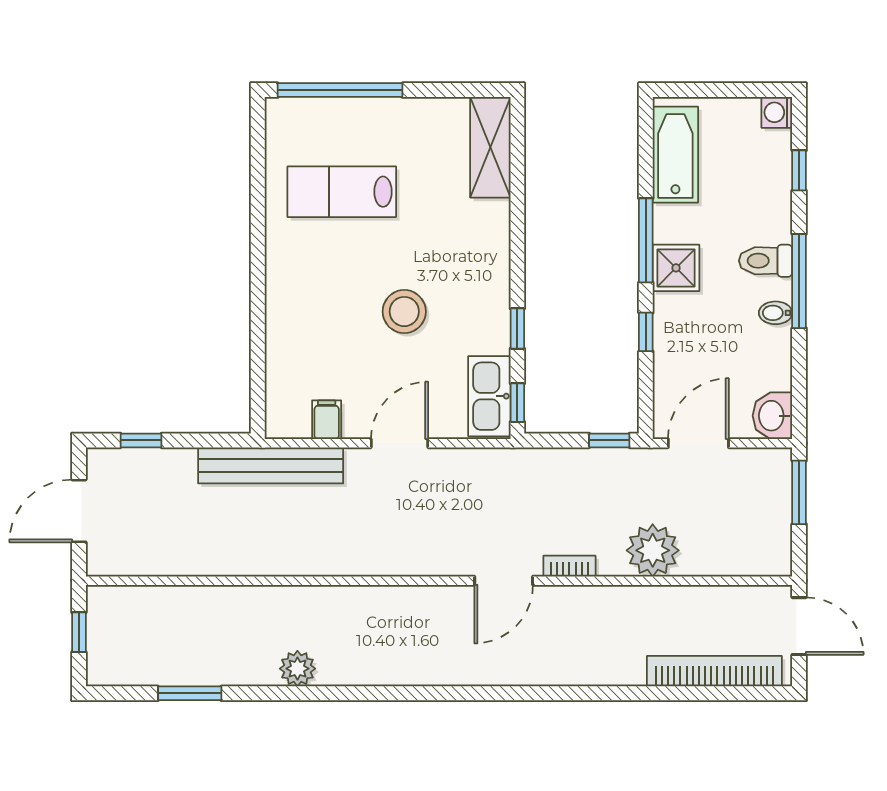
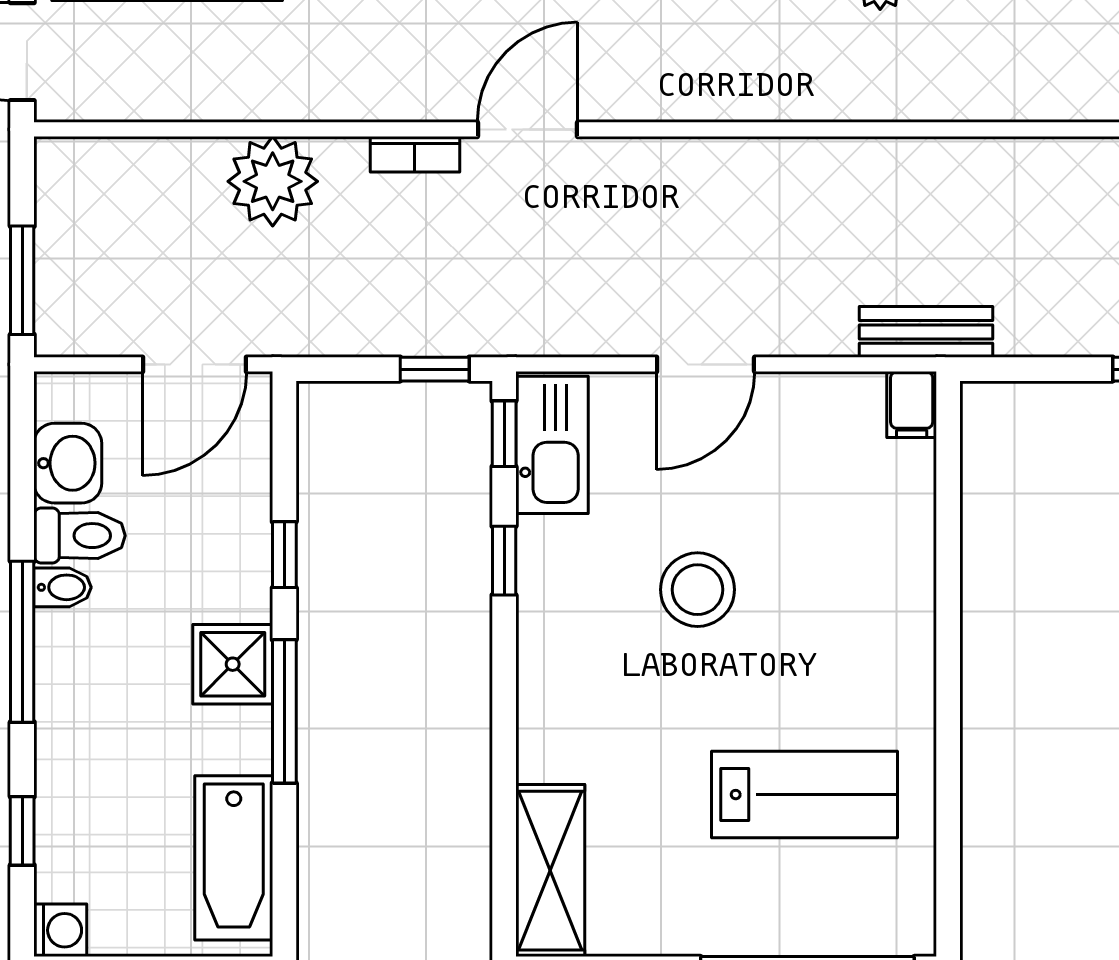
toilet: (766, 261) -> (79, 536), moved
washbasin: (772, 416) -> (68, 463), moved
filing cabinet: (327, 420) -> (912, 405), moved
window: (609, 440) -> (435, 369), moved
bench: (271, 465) -> (926, 332), width x0.54, depth x0.82

